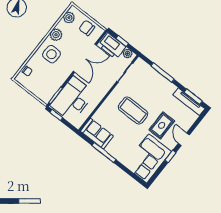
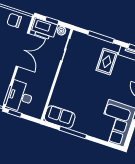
desk: (73, 99) -> (20, 96), width x0.73, depth x0.77
coffee table: (133, 111) -> (86, 83), removed
rug: (162, 125) -> (107, 62), moved

